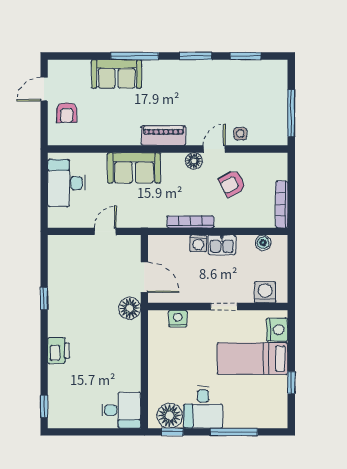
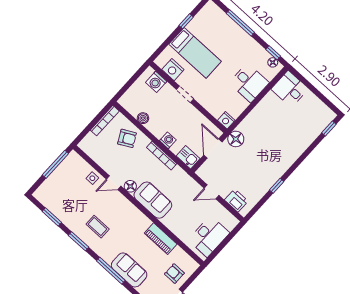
coffee table: (190, 89) -> (98, 227), added
armchair: (67, 113) -> (174, 274), turned -90
piano: (163, 136) -> (161, 239), moved
sofa: (134, 168) -> (153, 200), moved
armchair: (232, 184) -> (127, 138), moved
boiler: (263, 243) -> (143, 118), moved
kitchen sink: (222, 245) -> (188, 157), moved
nightstand: (178, 319) -> (226, 120), moved
nightstand: (277, 330) -> (173, 70), moved, turned -90
printer: (58, 351) -> (236, 200), moved, turned 90
desk: (203, 407) -> (249, 83), moved, turned 90
floor lamp: (170, 416) -> (273, 62), width x0.53, depth x0.53

